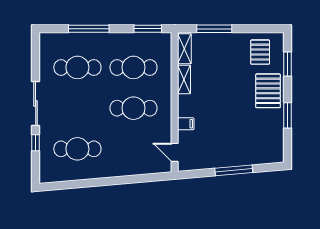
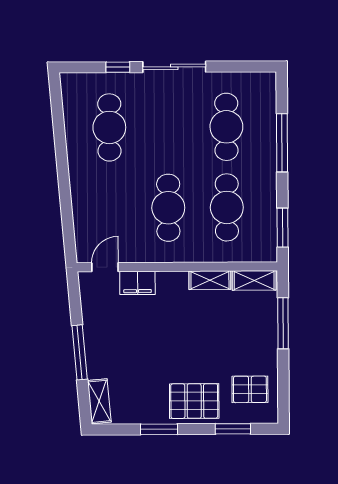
filing cabinet: (186, 124) -> (137, 283), width x2.00
shelving: (268, 157) -> (99, 401), added

